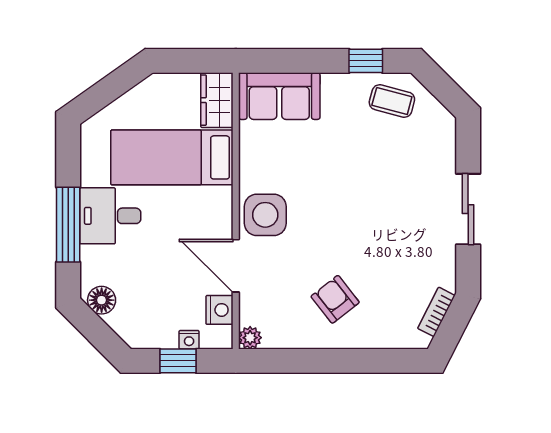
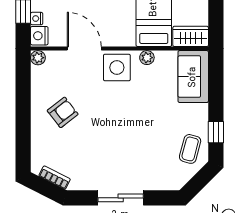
plant: (250, 168) -> (147, 58), added
door: (236, 266) -> (84, 49), hinge flipped
nightstand: (219, 310) -> (39, 36), moved, turned 90

